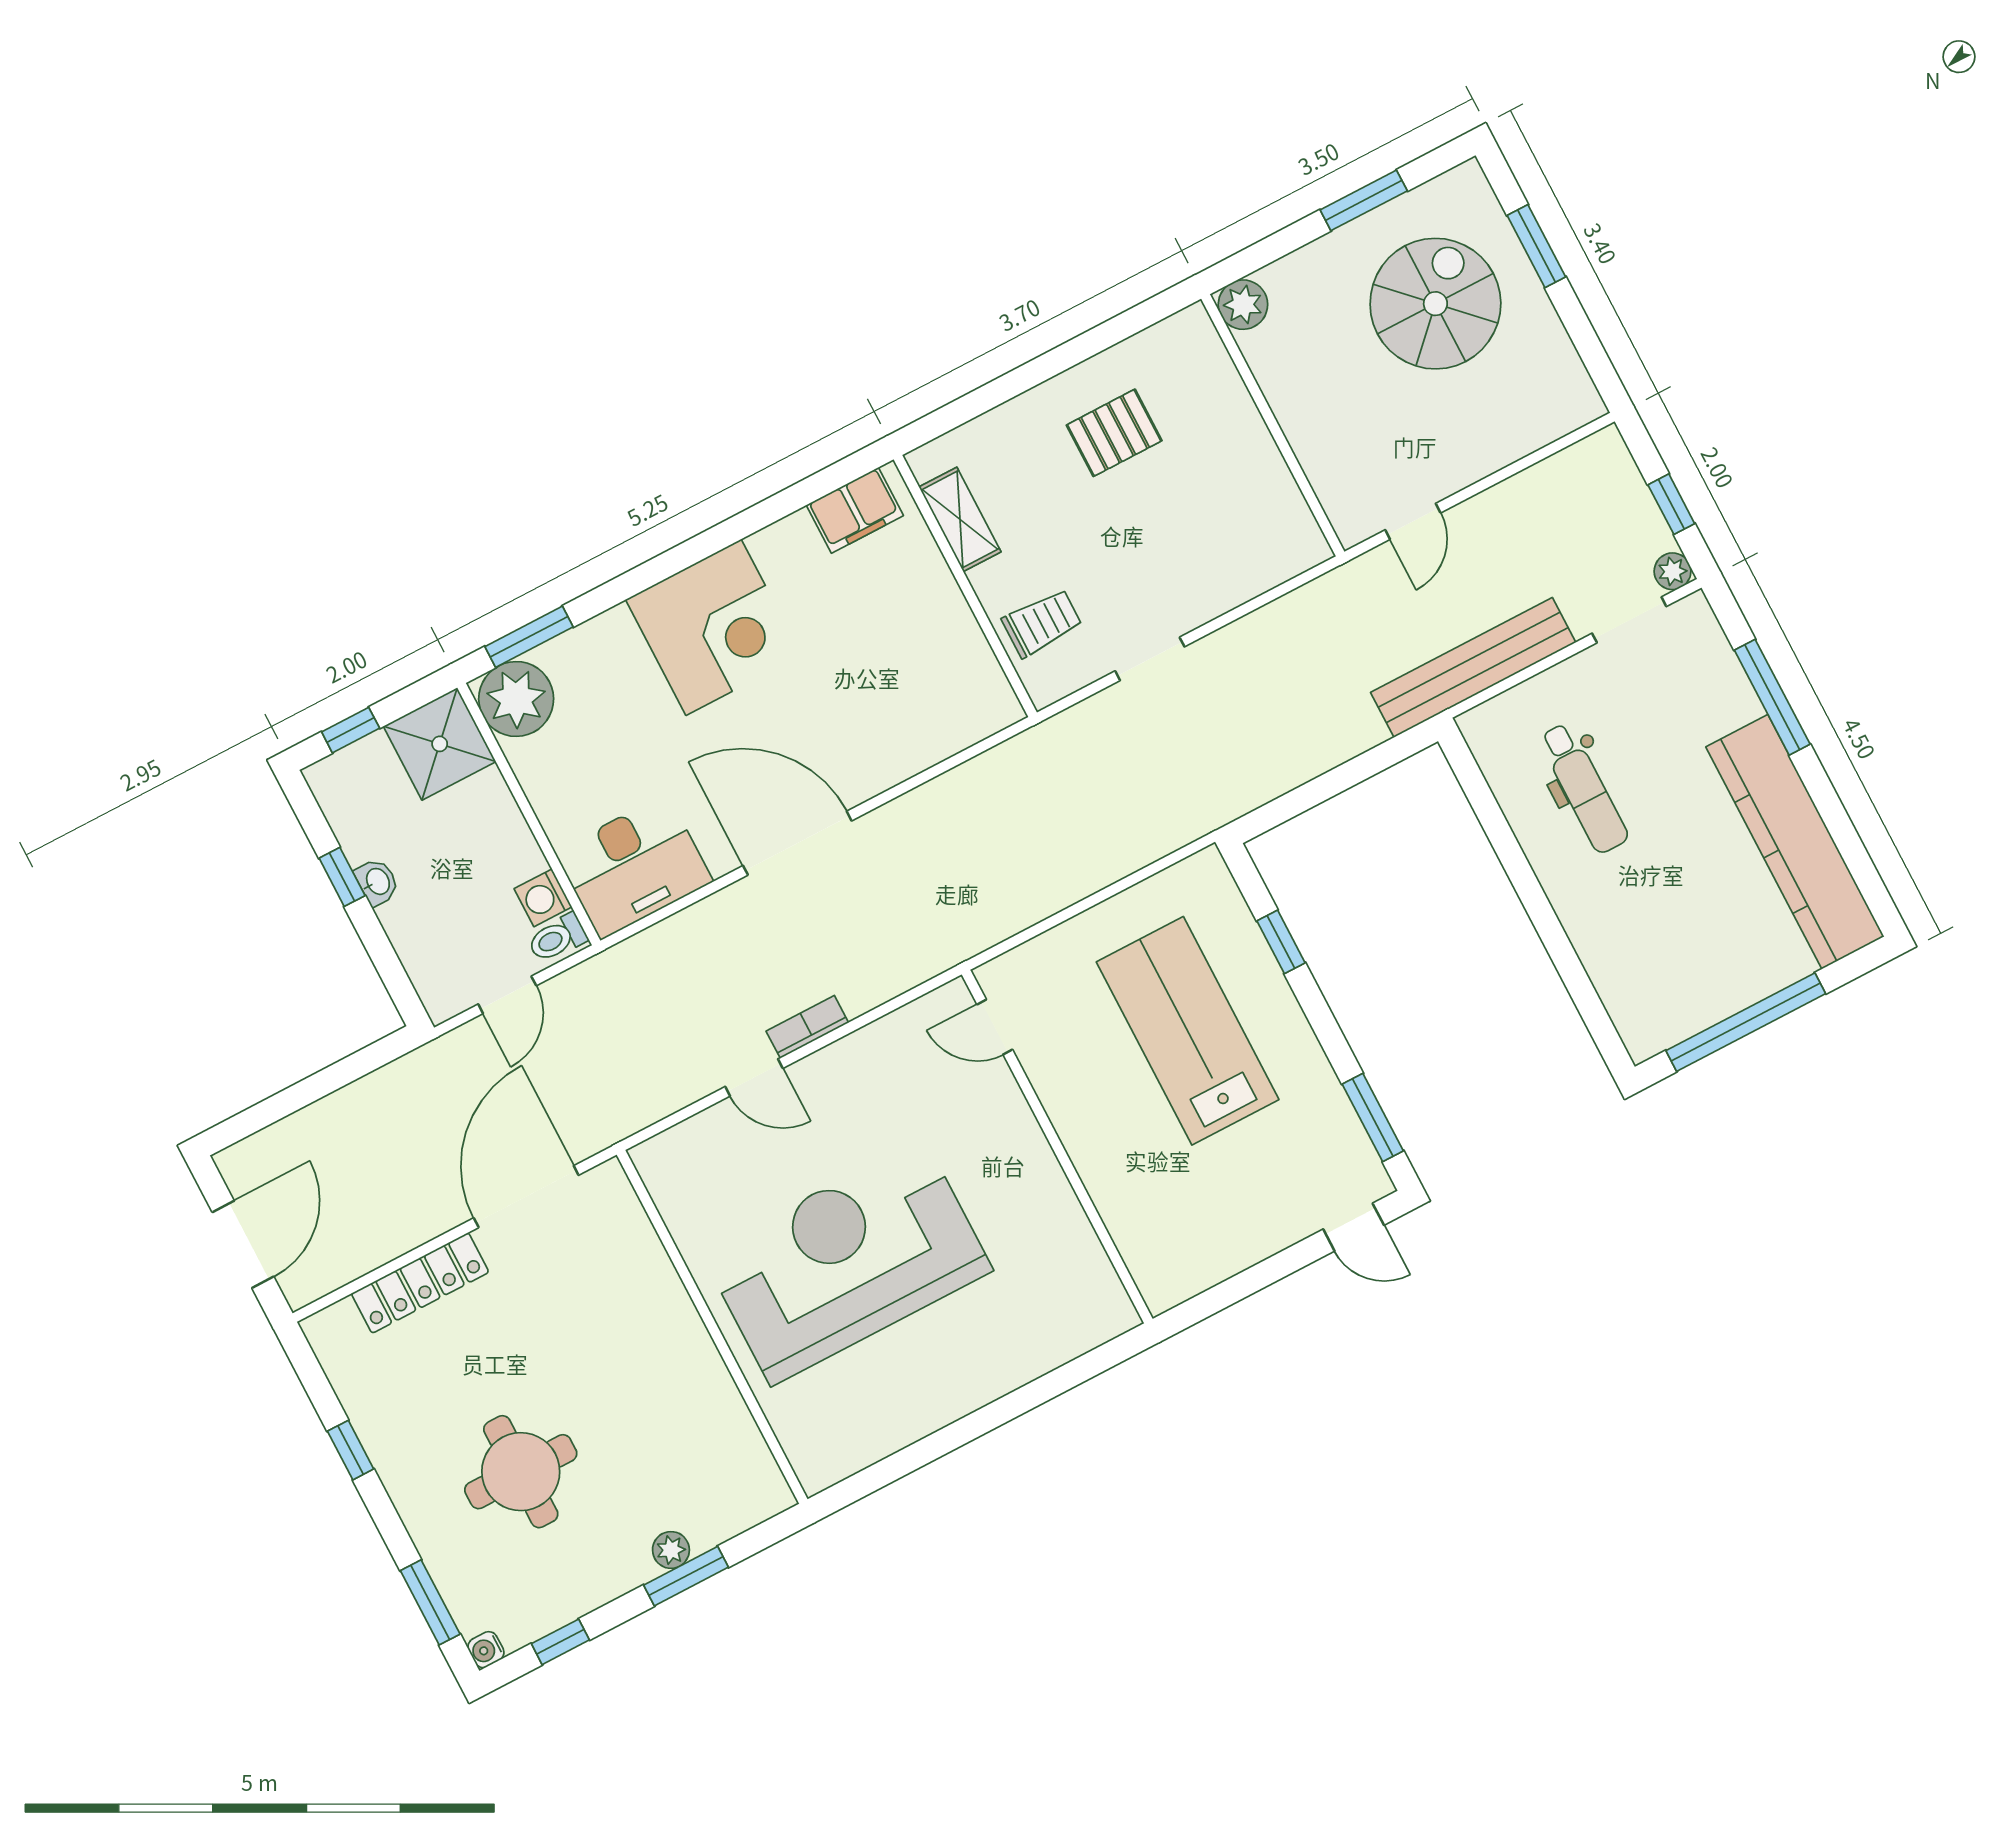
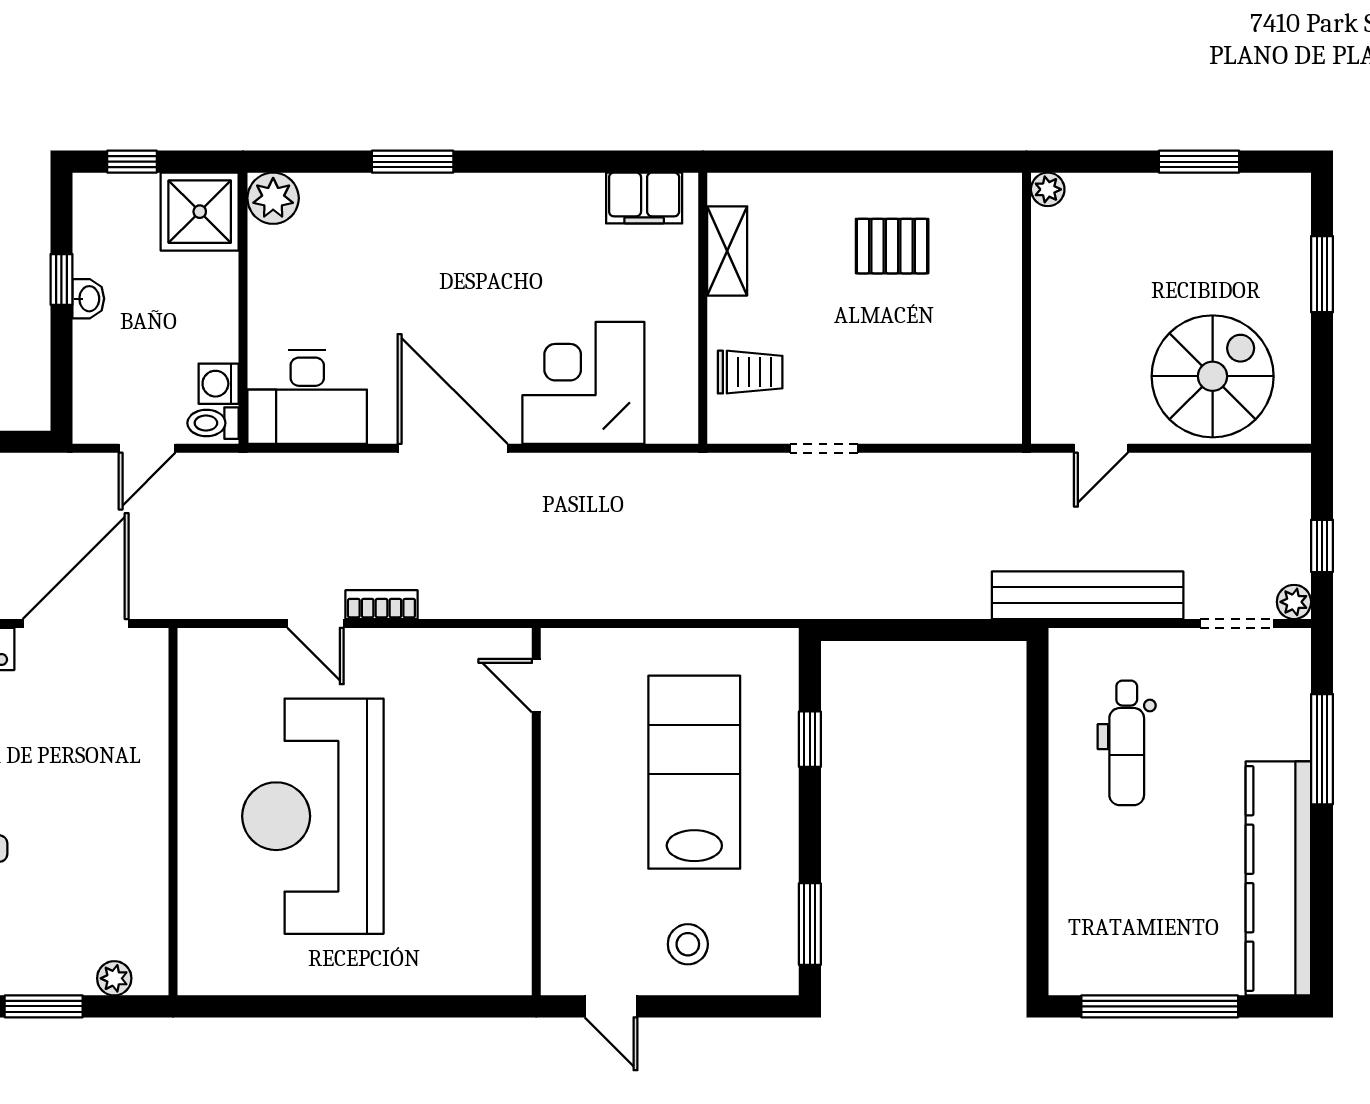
spiral stairs: (1435, 304) -> (1213, 376), moved
plant: (1243, 305) -> (1048, 189), width x0.73, depth x0.73
corner desk: (714, 627) -> (583, 383), moved, turned 180
window: (529, 637) -> (413, 162), moved
plant: (516, 699) -> (273, 198), width x0.73, depth x0.73
stool: (1267, 1197) -> (688, 944), added
door: (1354, 1227) -> (611, 1006), moved
reception desk: (847, 1262) -> (313, 816), turned -90
plant: (671, 1550) -> (114, 978), moved

